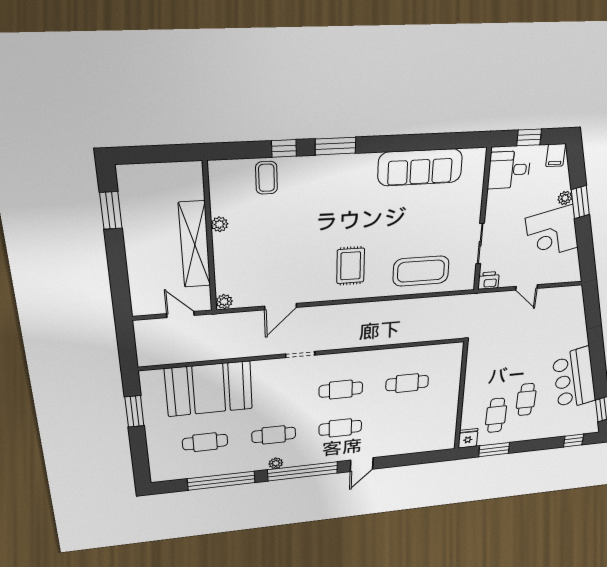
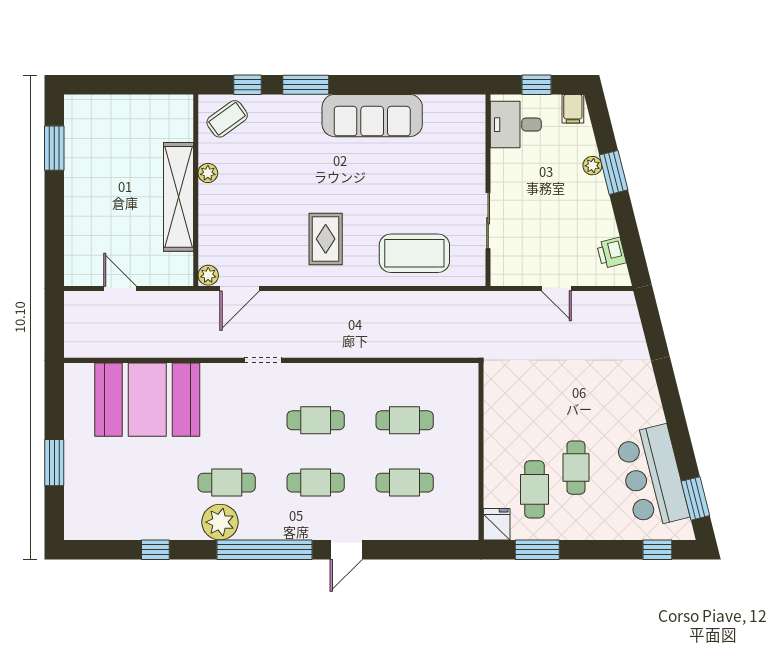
sofa: (420, 167) -> (372, 116), moved
coffee table: (266, 178) -> (227, 119), turned 54
plant: (219, 224) -> (208, 173), moved
corner desk: (552, 233) -> (581, 212), removed
wall: (210, 238) -> (196, 190), moved
shelving: (195, 245) -> (178, 197), moved
printer: (489, 280) -> (611, 253), moved, turned -104
plant: (224, 302) -> (208, 275), moved
bar counter: (574, 379) -> (652, 477), moved
window: (134, 411) -> (54, 463), moved
cafe table: (205, 442) -> (405, 483), moved
plant: (276, 463) -> (220, 522), width x1.87, depth x1.87
window: (221, 481) -> (155, 550), width x0.32

